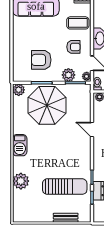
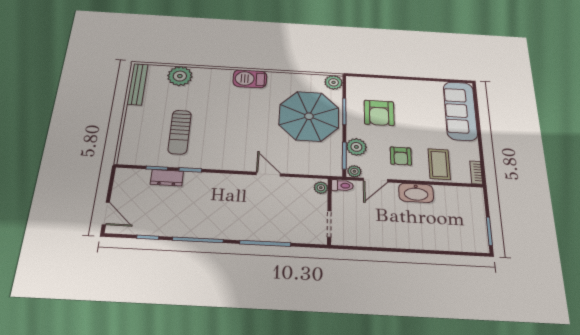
armchair: (41, 60) -> (379, 113), turned 180
door: (92, 129) -> (268, 174), hinge flipped
plant: (21, 181) -> (180, 76), moved
sun lounger: (65, 187) -> (180, 132), width x0.73, depth x0.75
bench: (66, 218) -> (137, 84), moved, width x1.36

